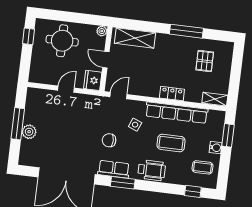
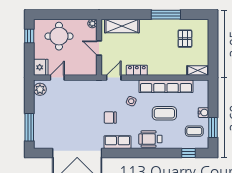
fridge: (93, 80) -> (41, 67), moved, turned 180
door: (66, 89) -> (57, 78), moved
locker: (172, 94) -> (137, 70), moved
window: (18, 124) -> (29, 127), moved
plant: (29, 132) -> (40, 89), moved
window: (228, 135) -> (213, 127), moved
wheelchair: (152, 170) -> (150, 139), turned 180
window: (123, 183) -> (127, 153), removed

